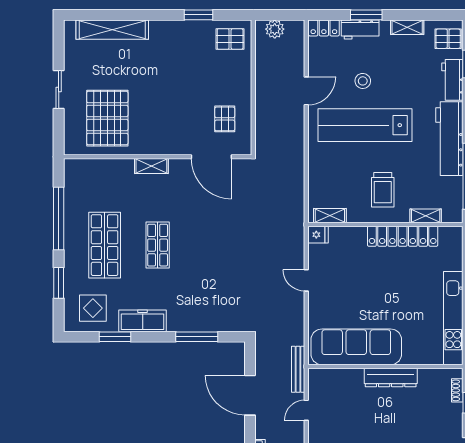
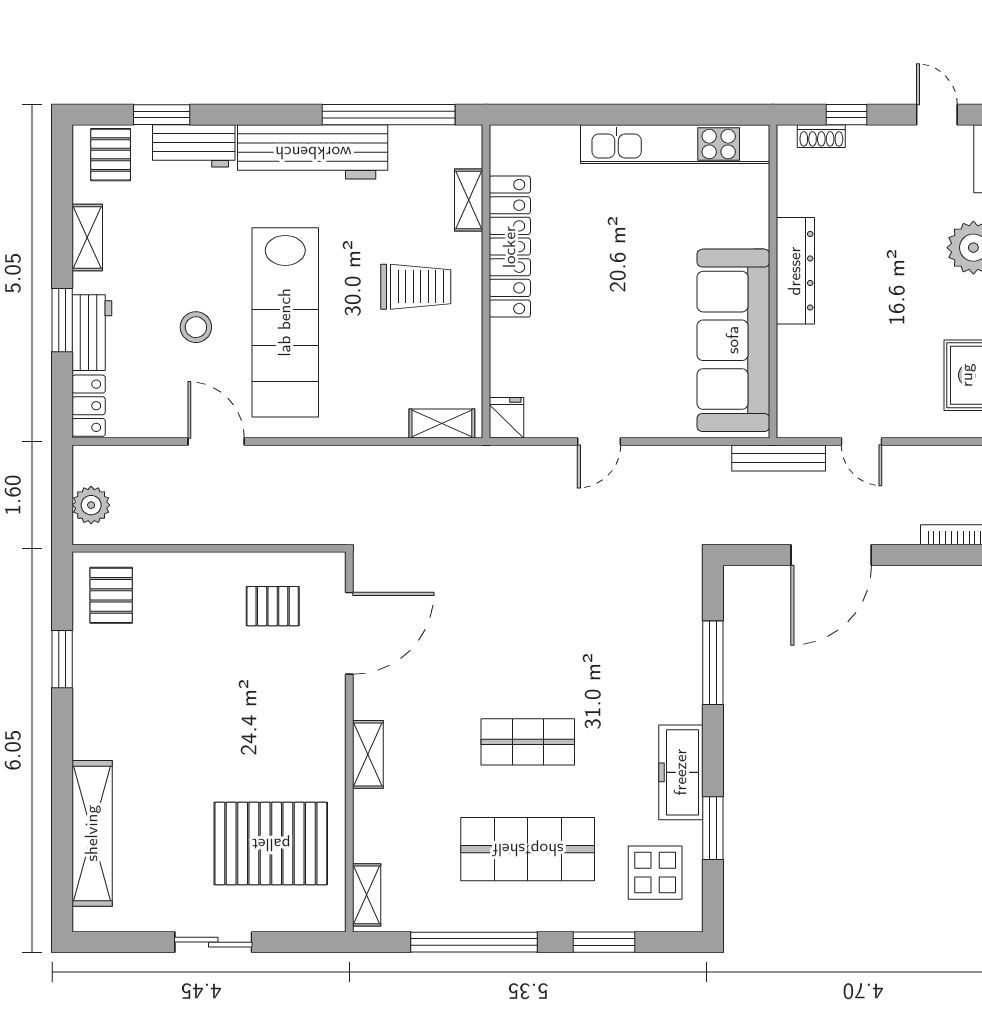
shelving: (82, 165) -> (367, 895), added
shelving: (330, 216) -> (442, 424), moved, turned 90

